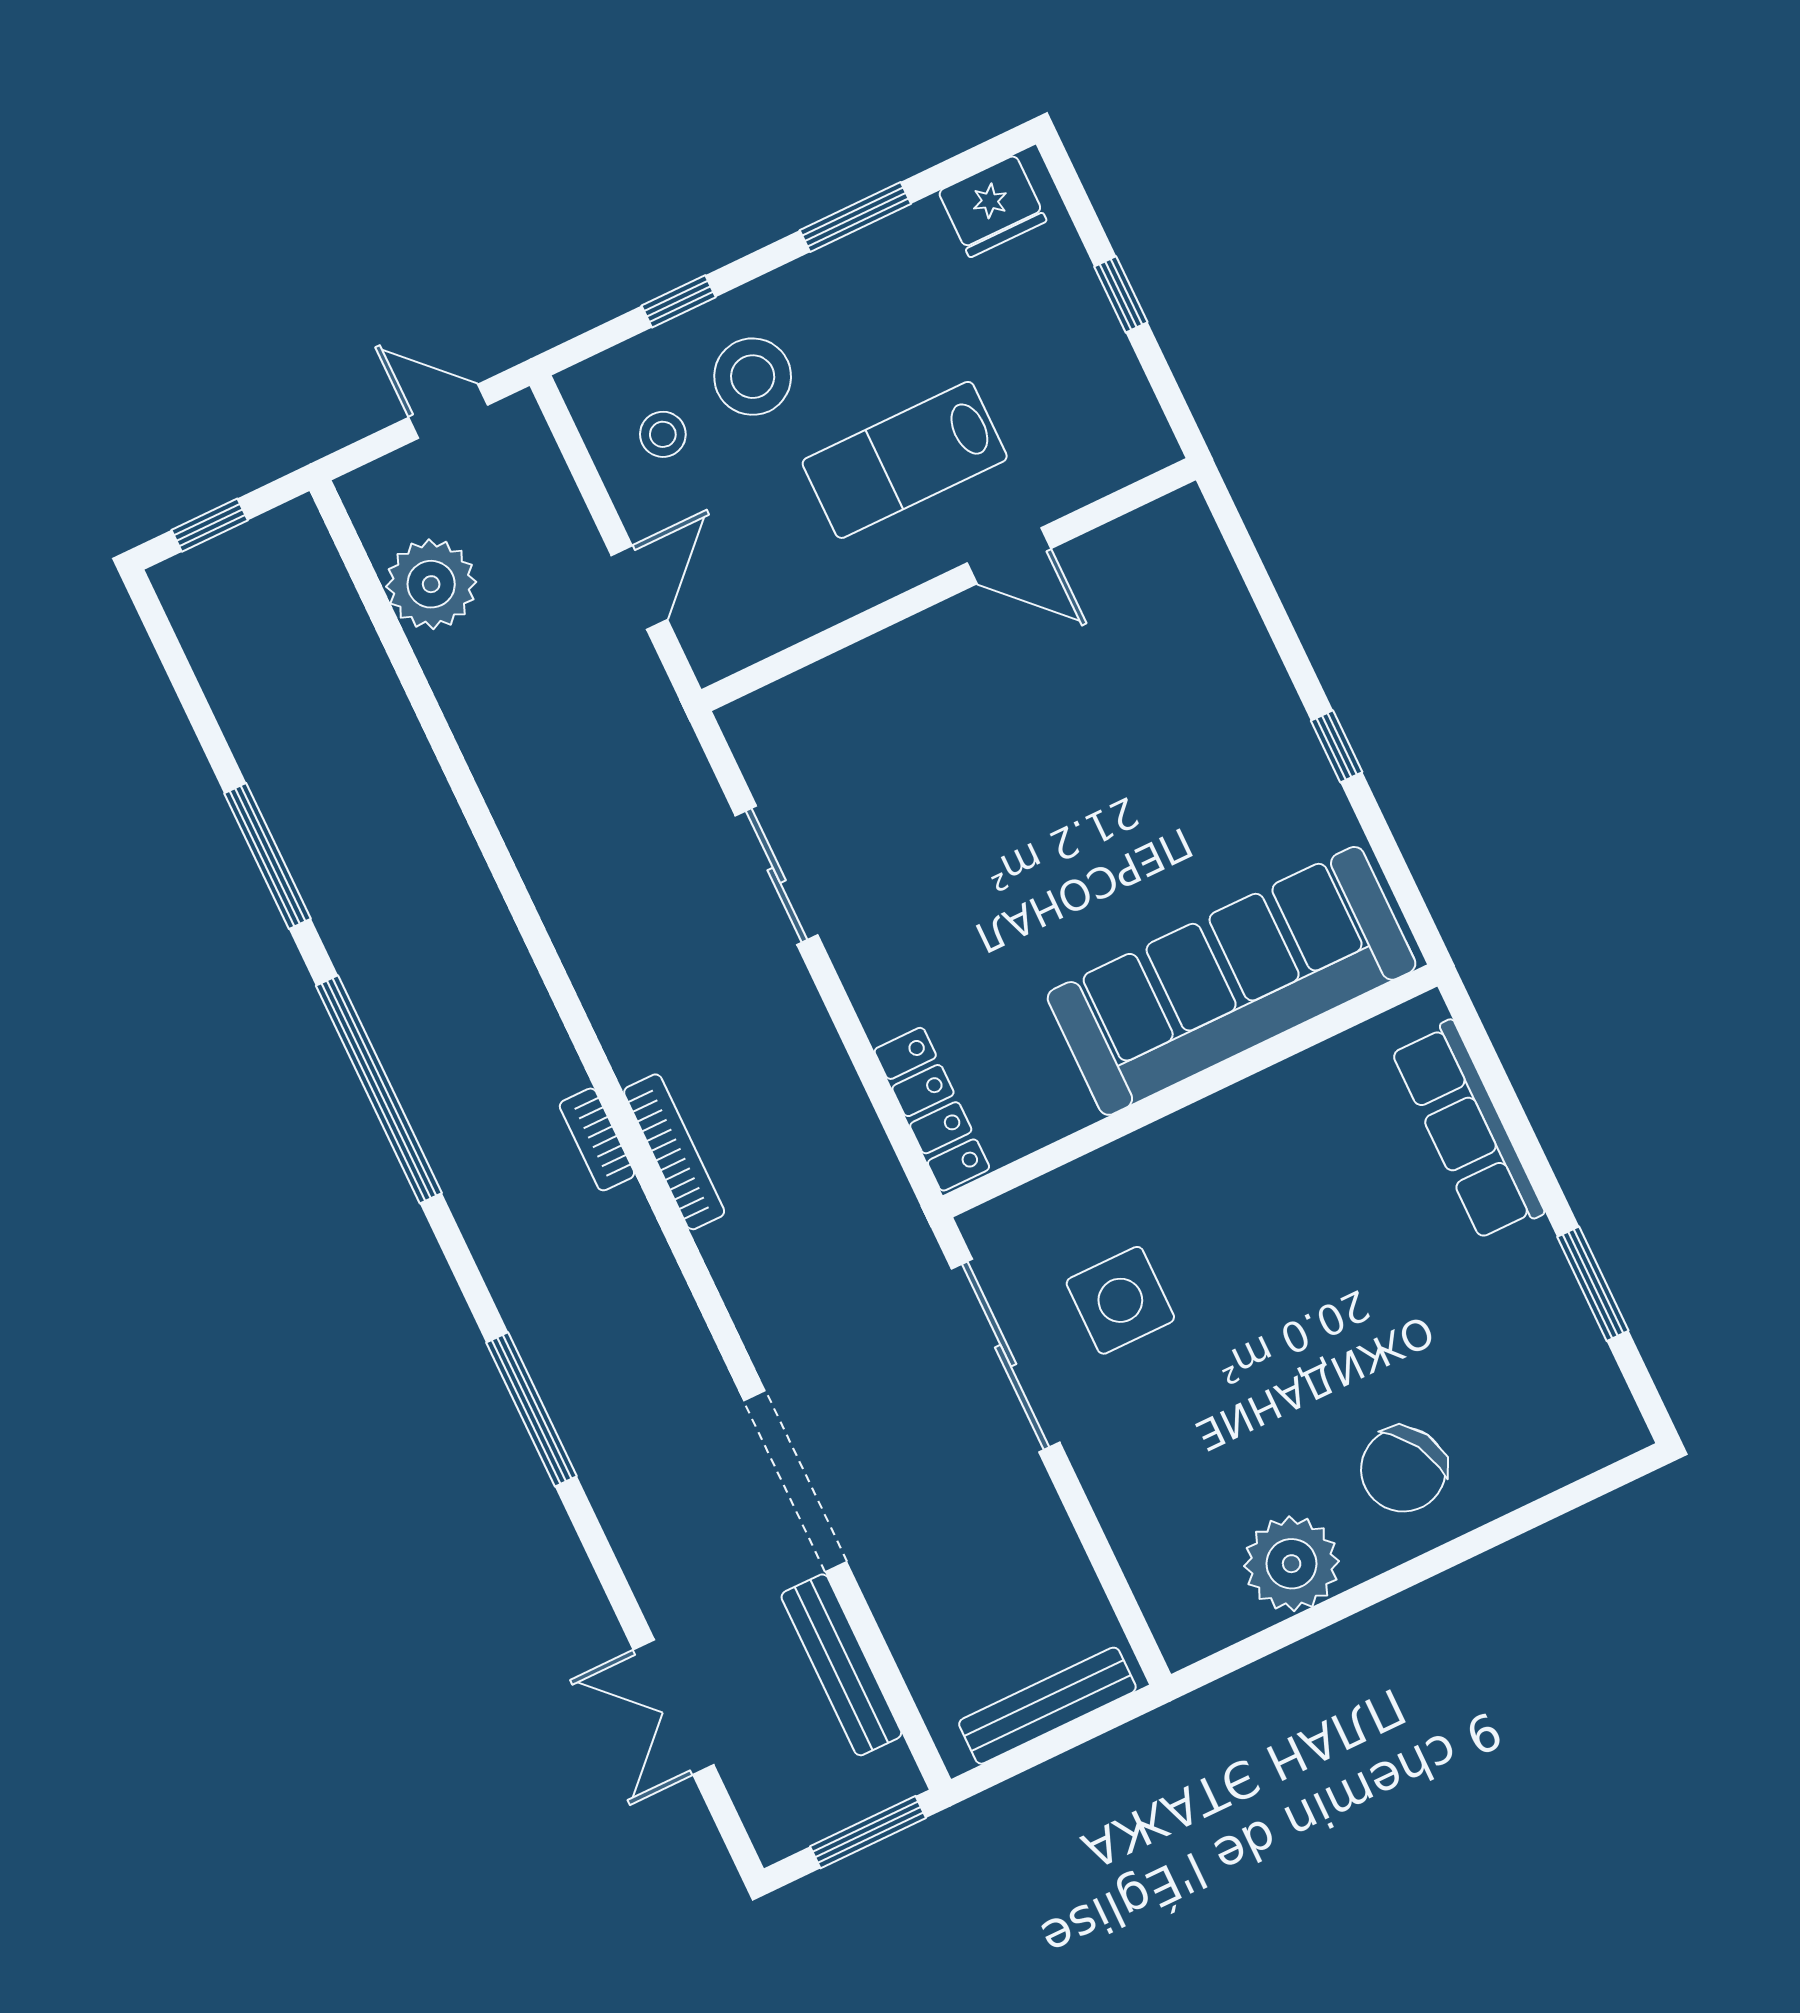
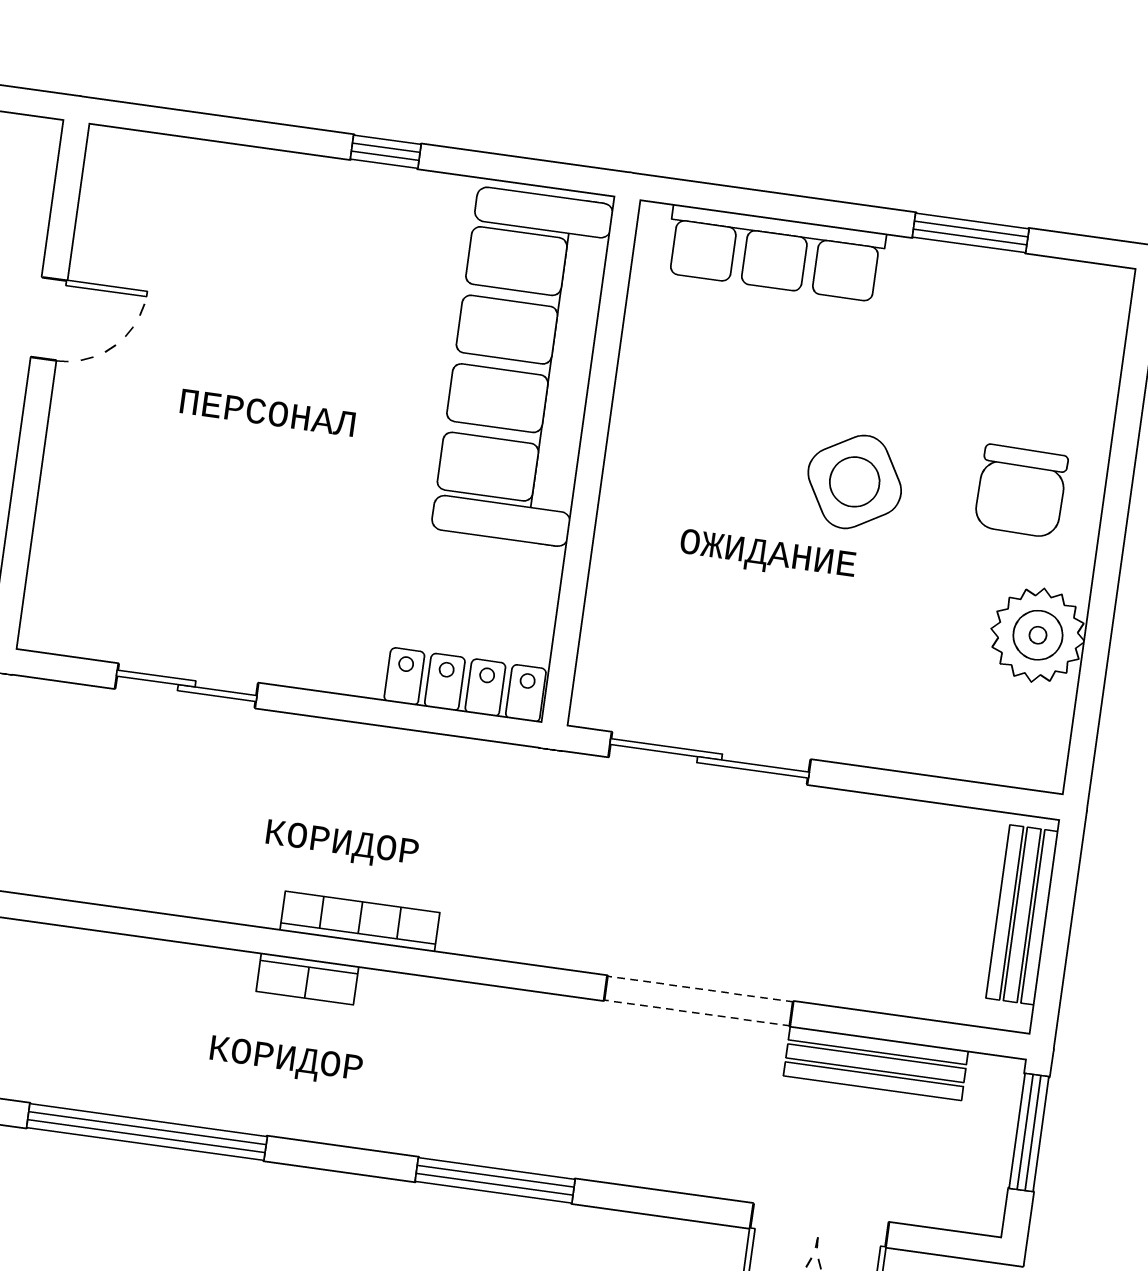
side table: (1120, 1300) -> (855, 482), moved, turned -30
chair: (1403, 1469) -> (1021, 491), turned 31

